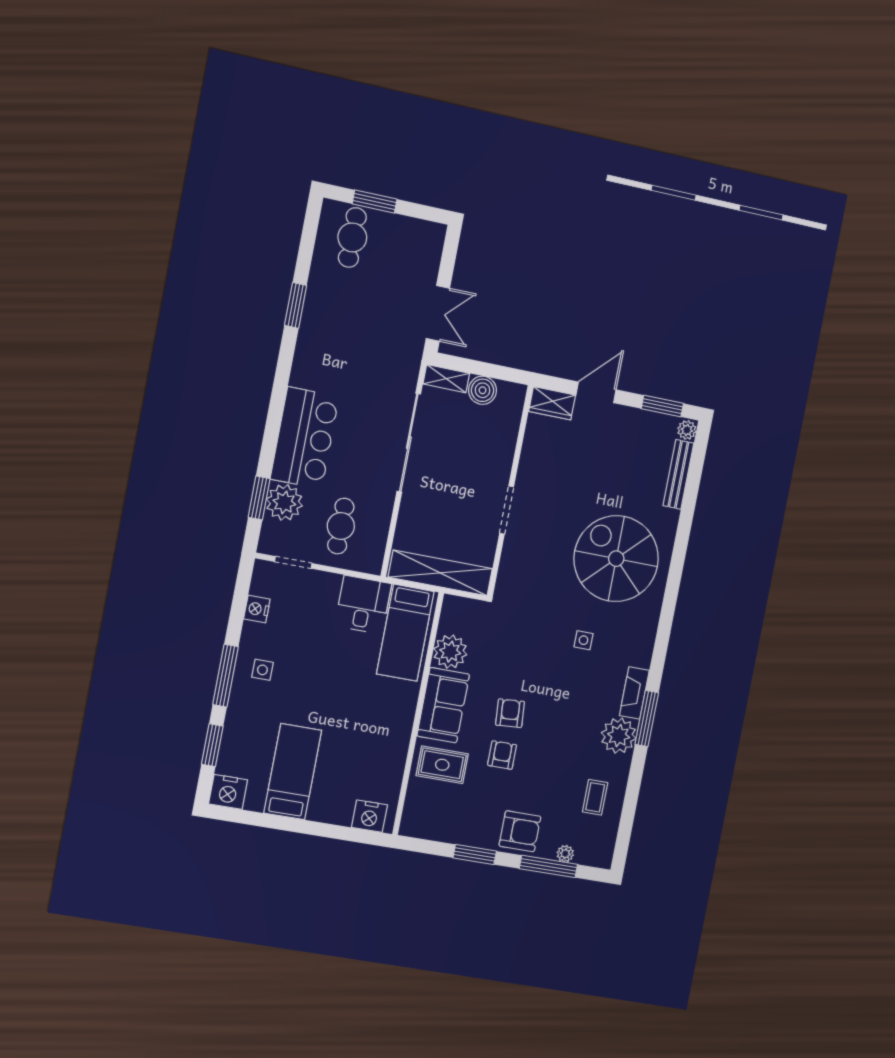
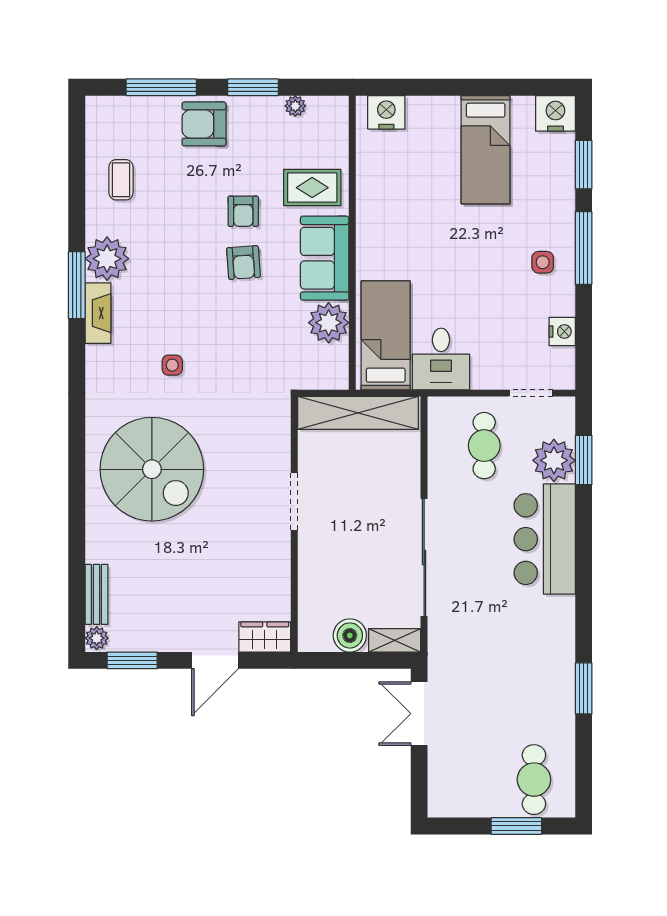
bench: (678, 474) -> (96, 594), width x0.73
plant: (565, 854) -> (295, 106), moved

